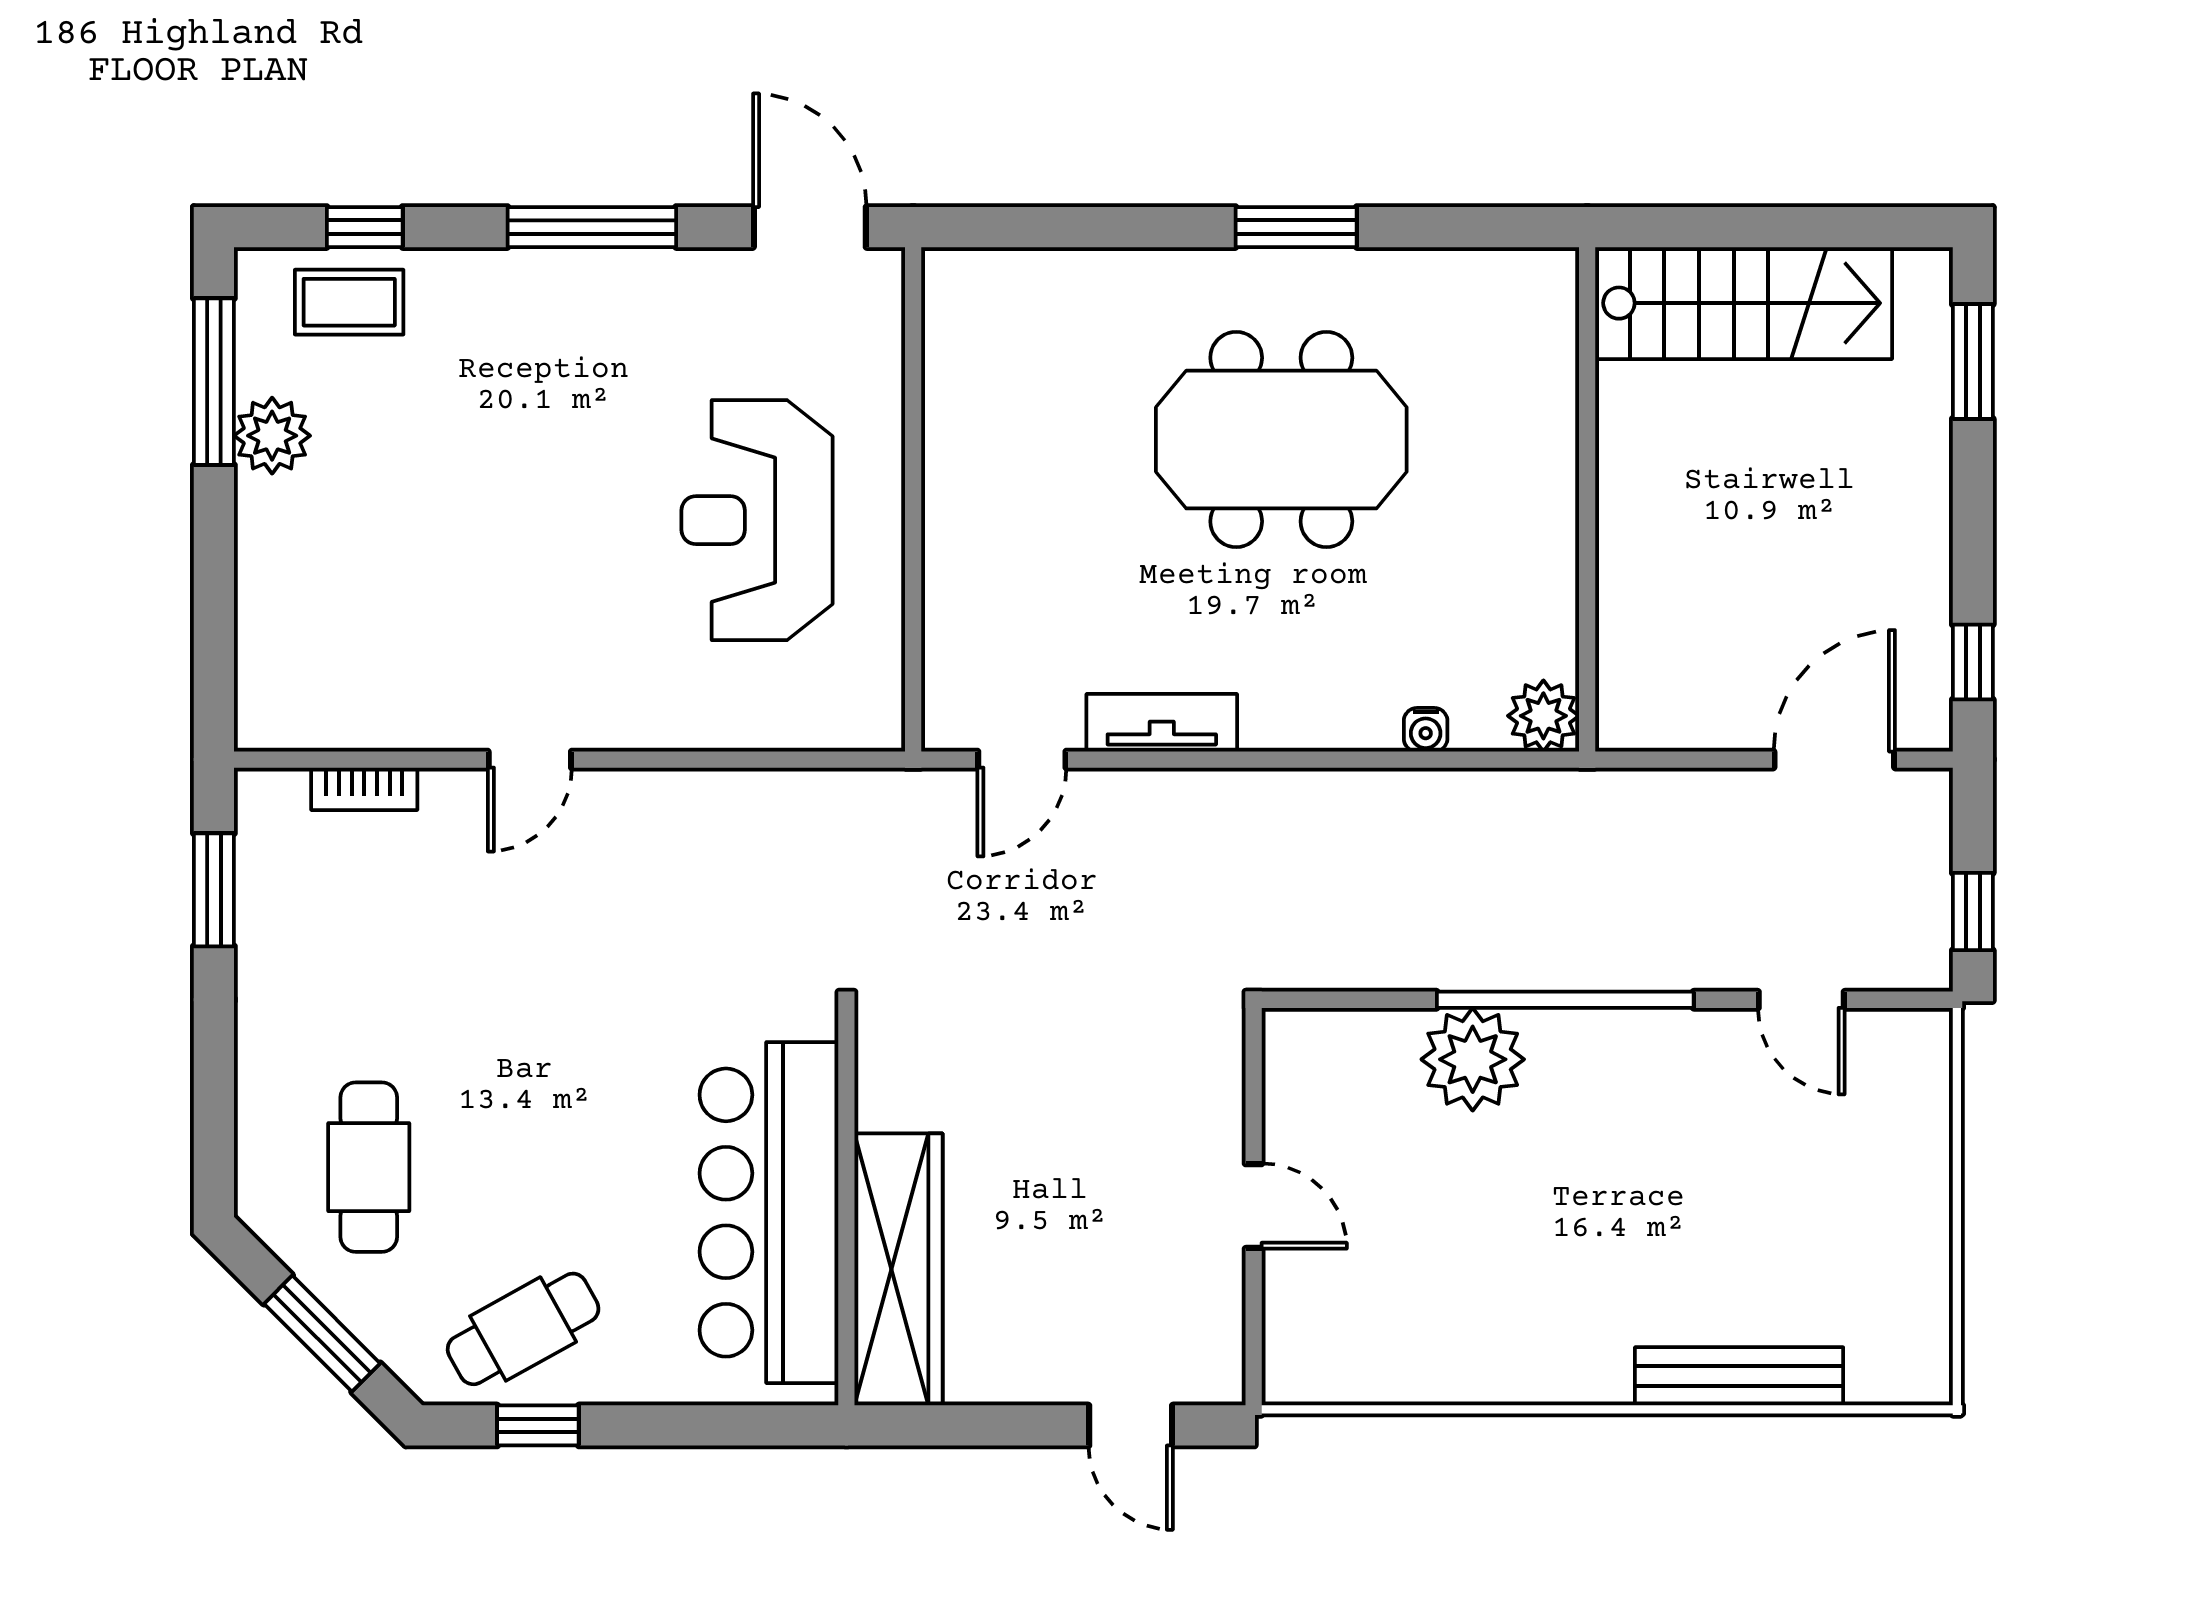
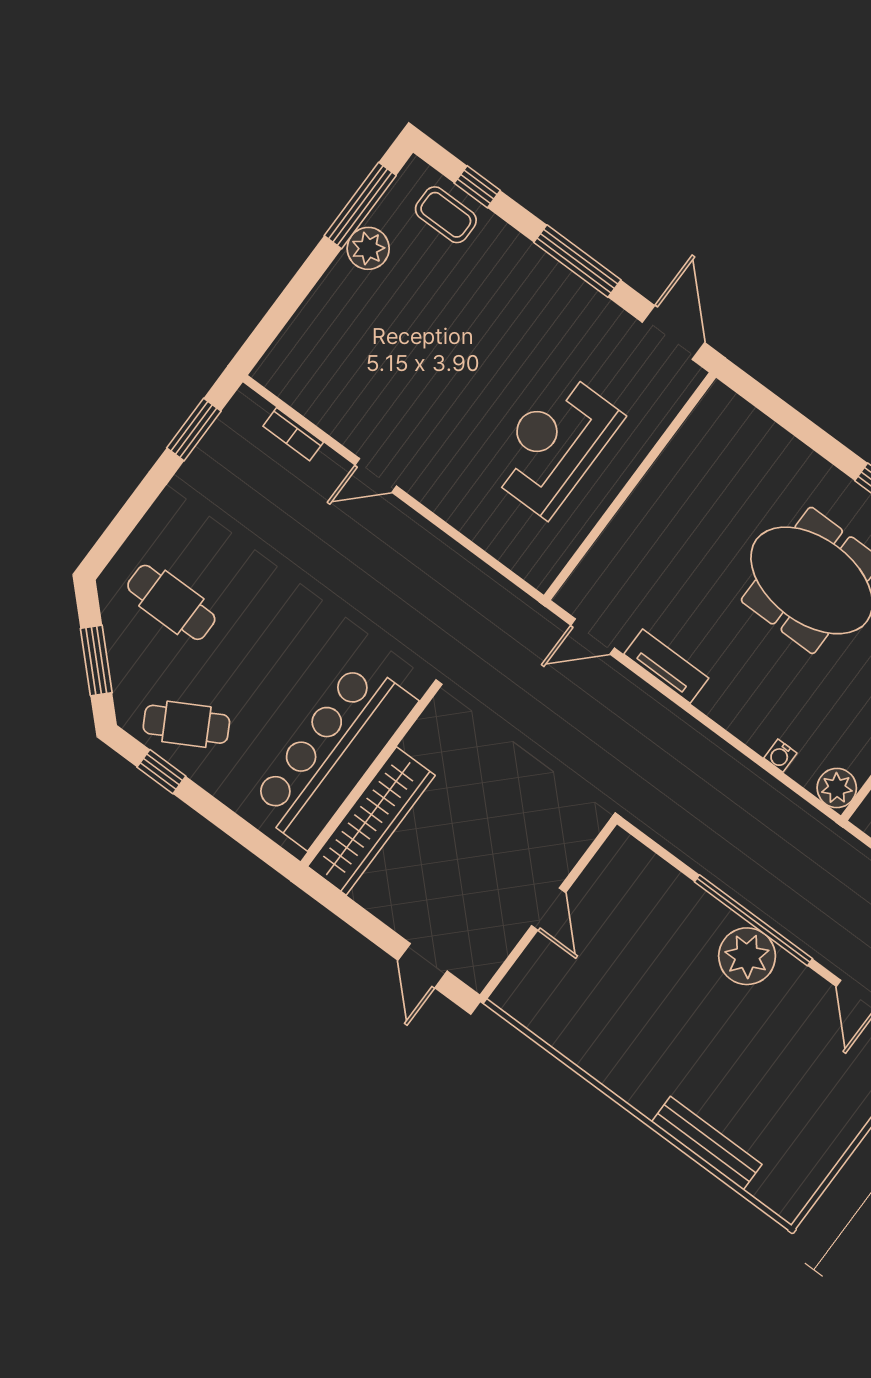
plant: (1473, 1059) -> (747, 956), moved
cafe table: (369, 1167) -> (171, 602), turned 90

